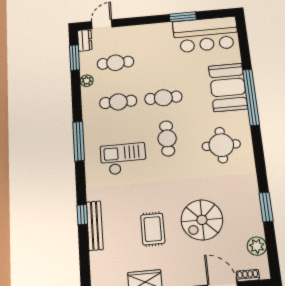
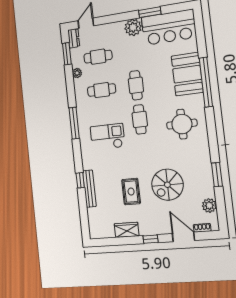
plant: (162, 32) -> (133, 27), added
cafe table: (163, 98) -> (136, 85), turned 90

